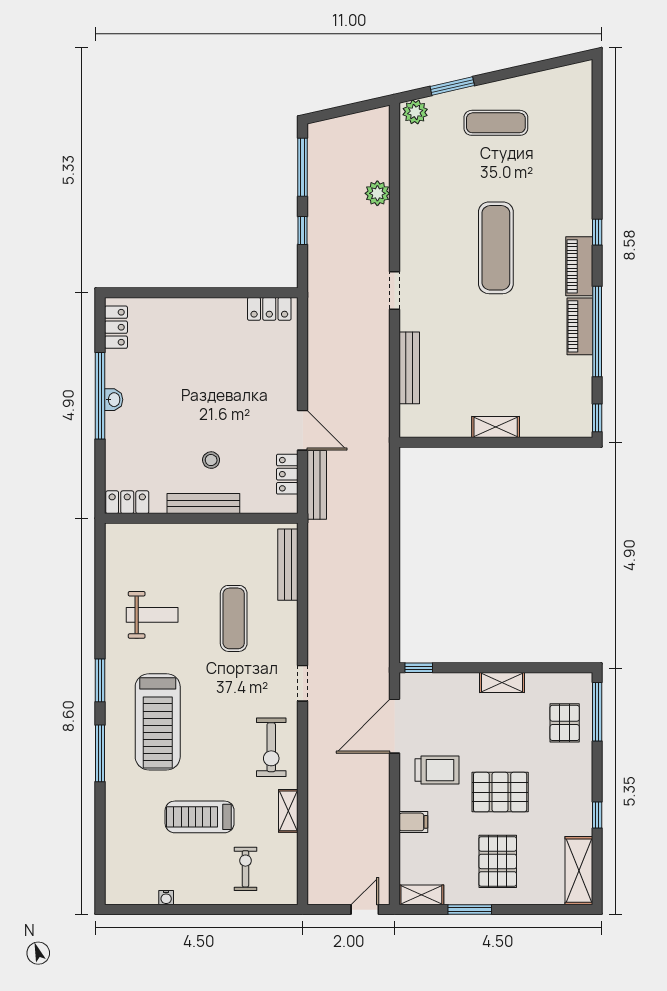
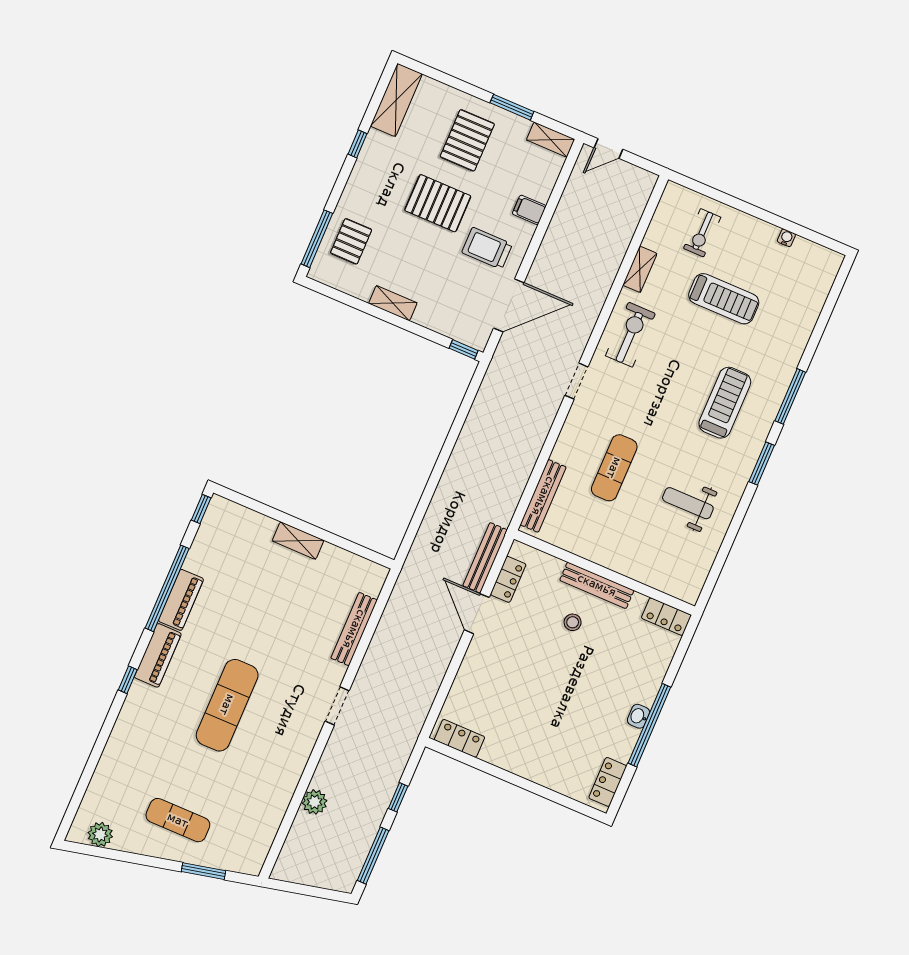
plant: (415, 112) -> (100, 835), moved
treadmill: (158, 722) -> (725, 403), width x0.73, depth x0.73

